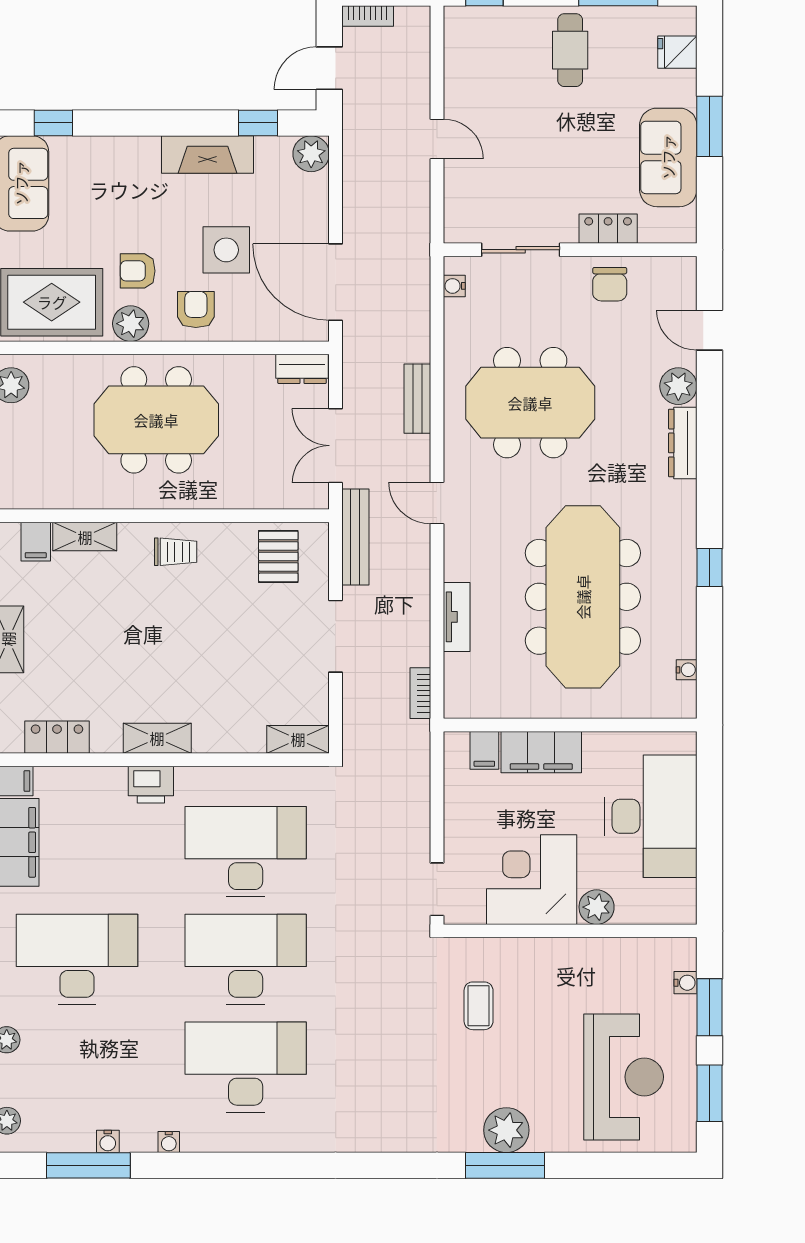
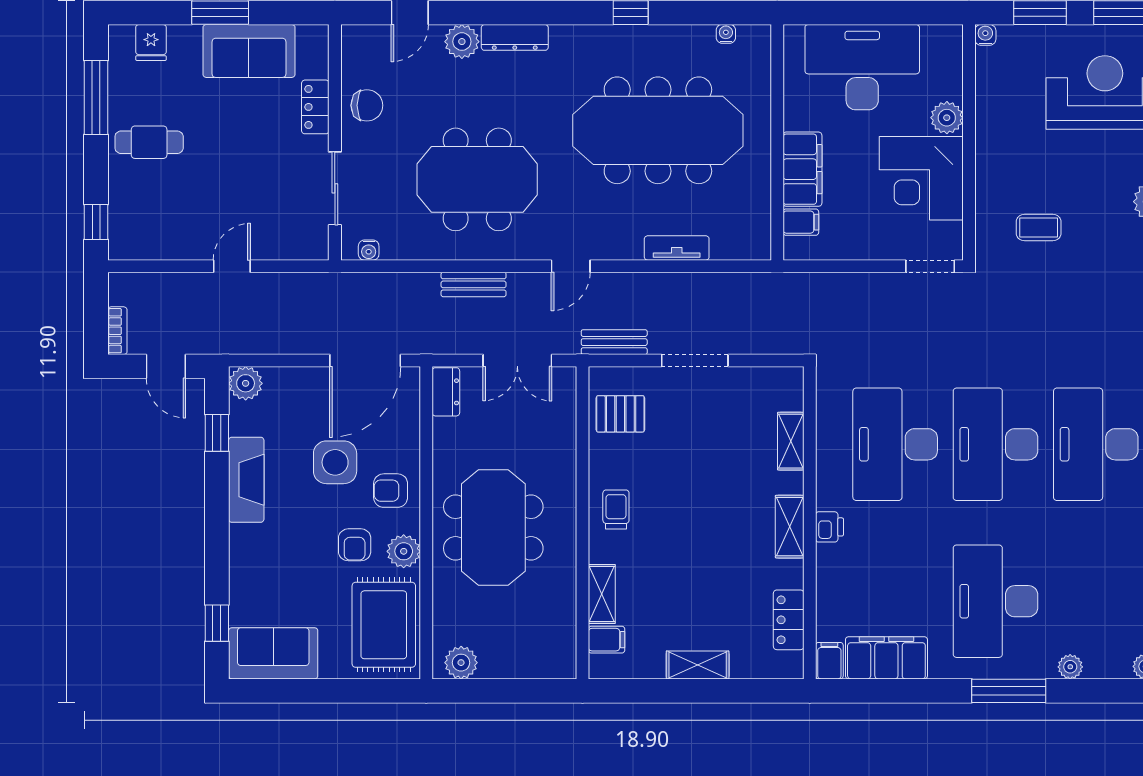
meeting table: (530, 403) -> (477, 179), turned 90
bench: (355, 537) -> (614, 342), width x0.73
bookcase: (420, 693) -> (748, 282), removed
shelving: (298, 739) -> (791, 441), moved
printer: (151, 785) -> (829, 527), width x0.73, depth x0.81
water cooler: (686, 983) -> (985, 35), moved

